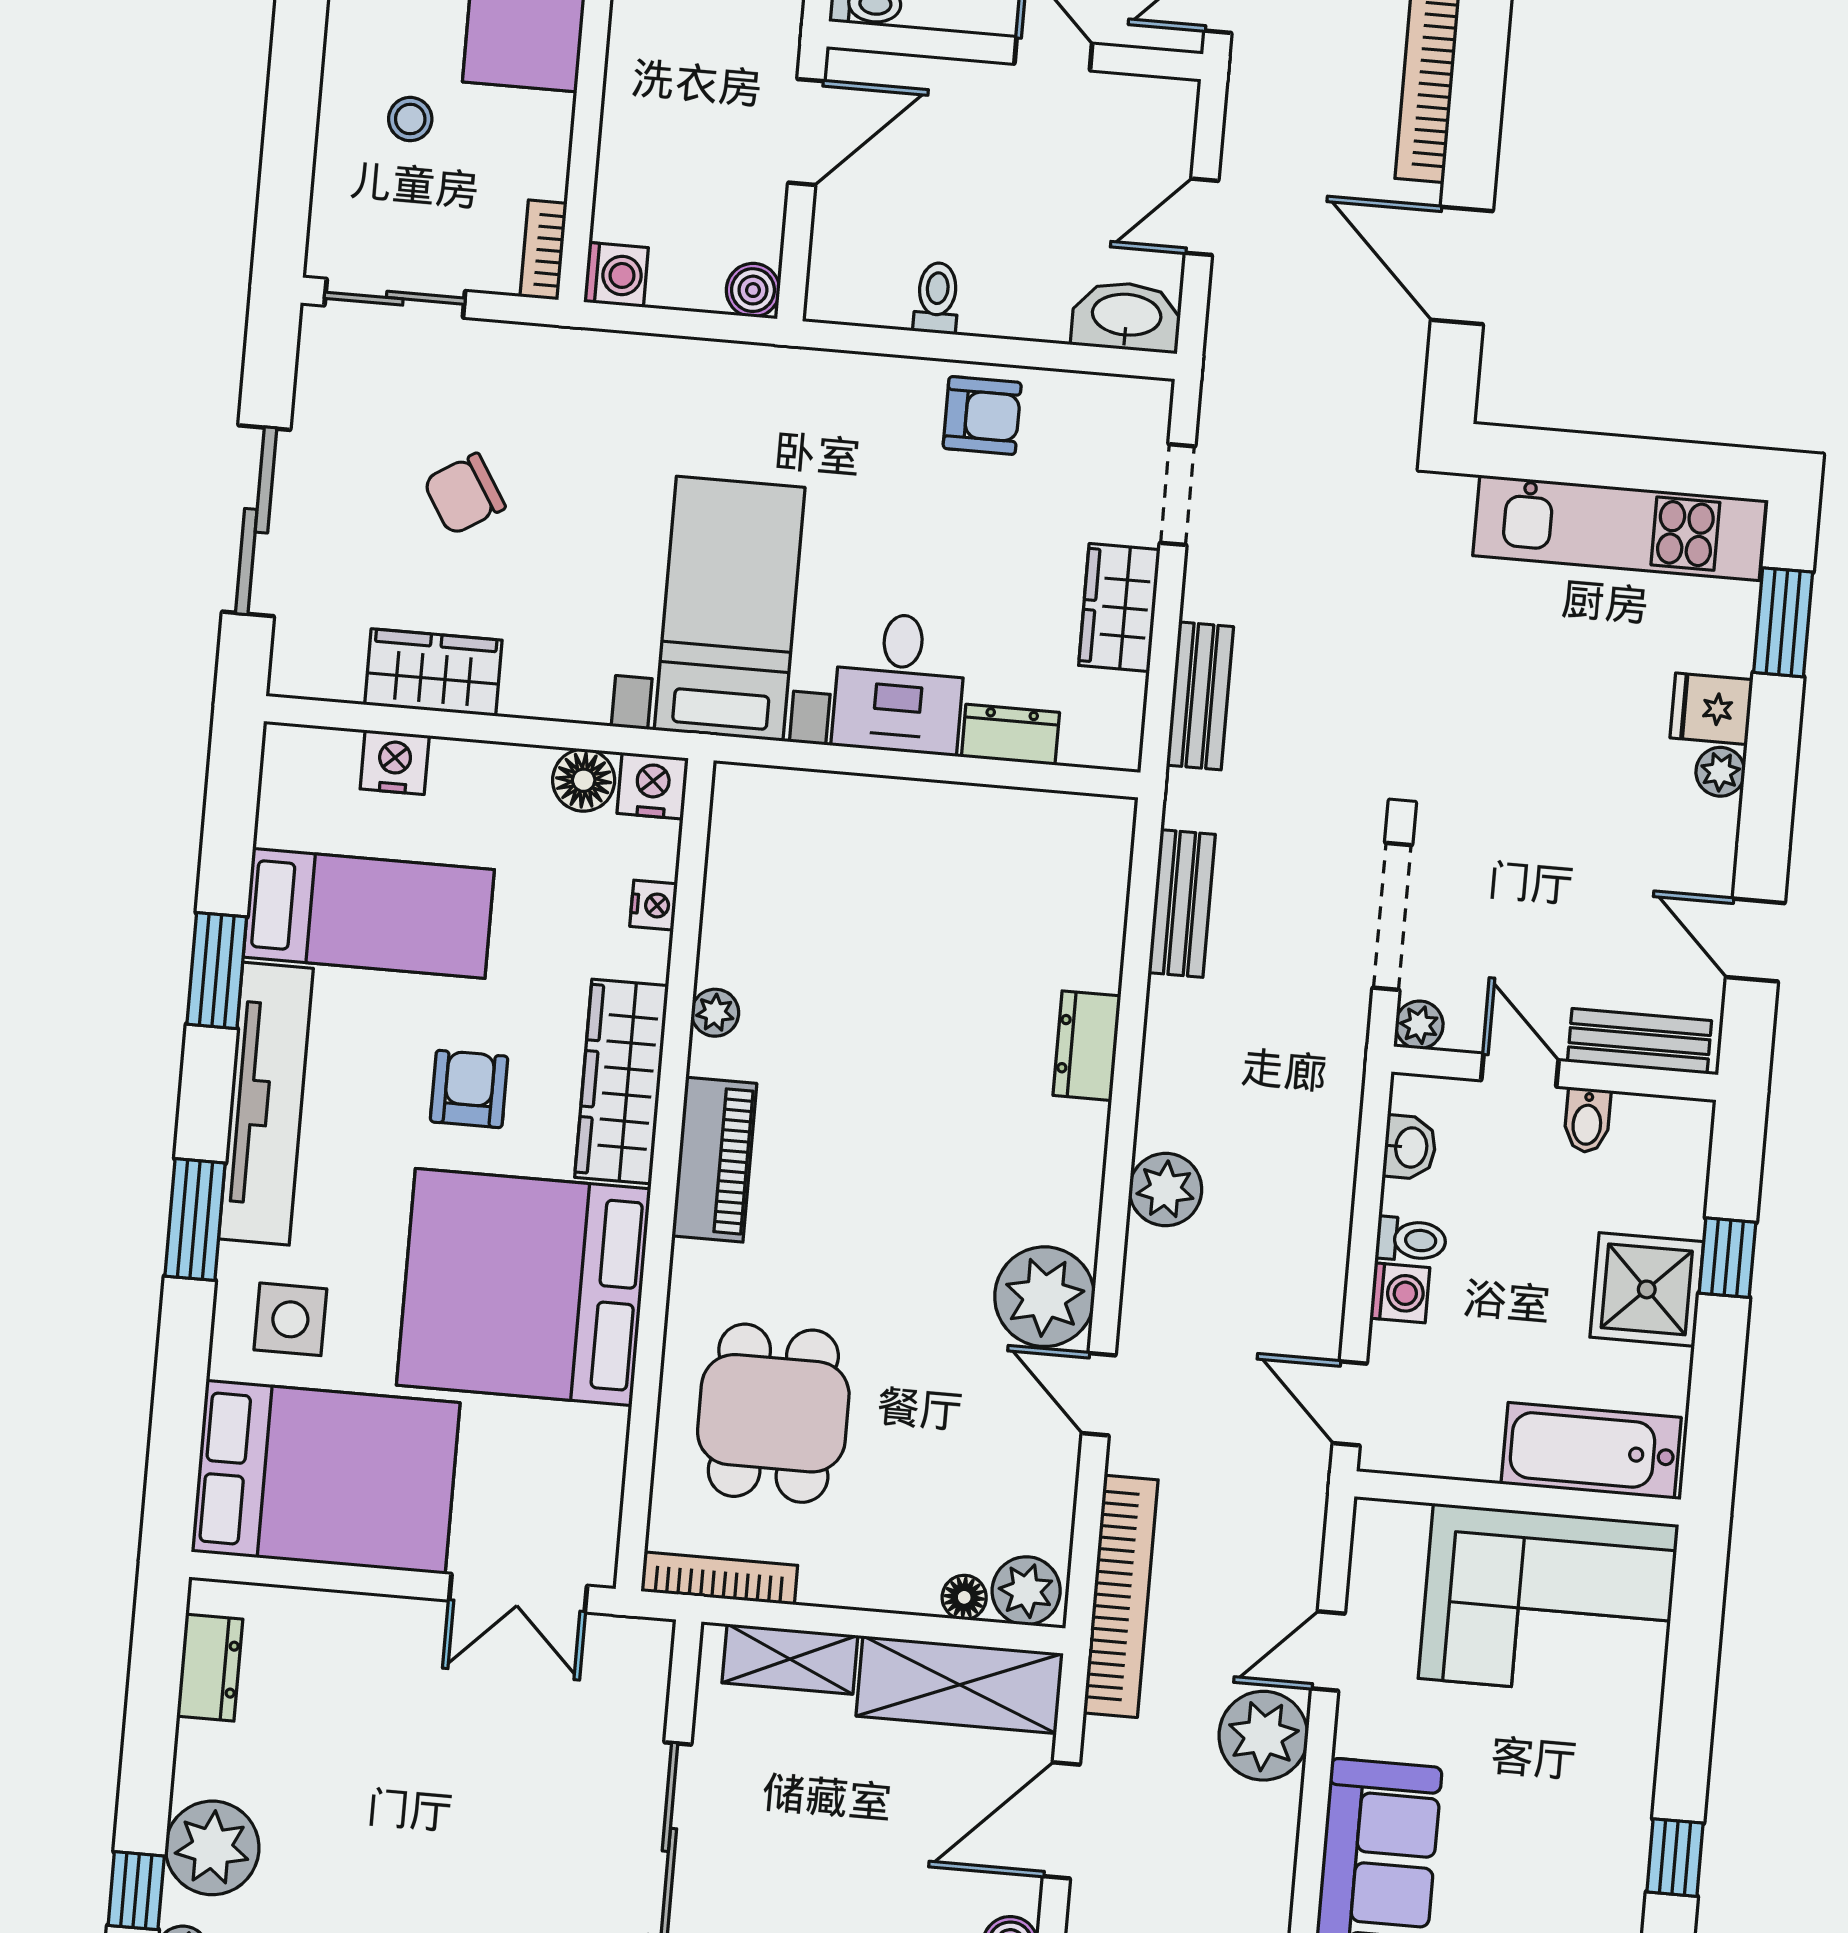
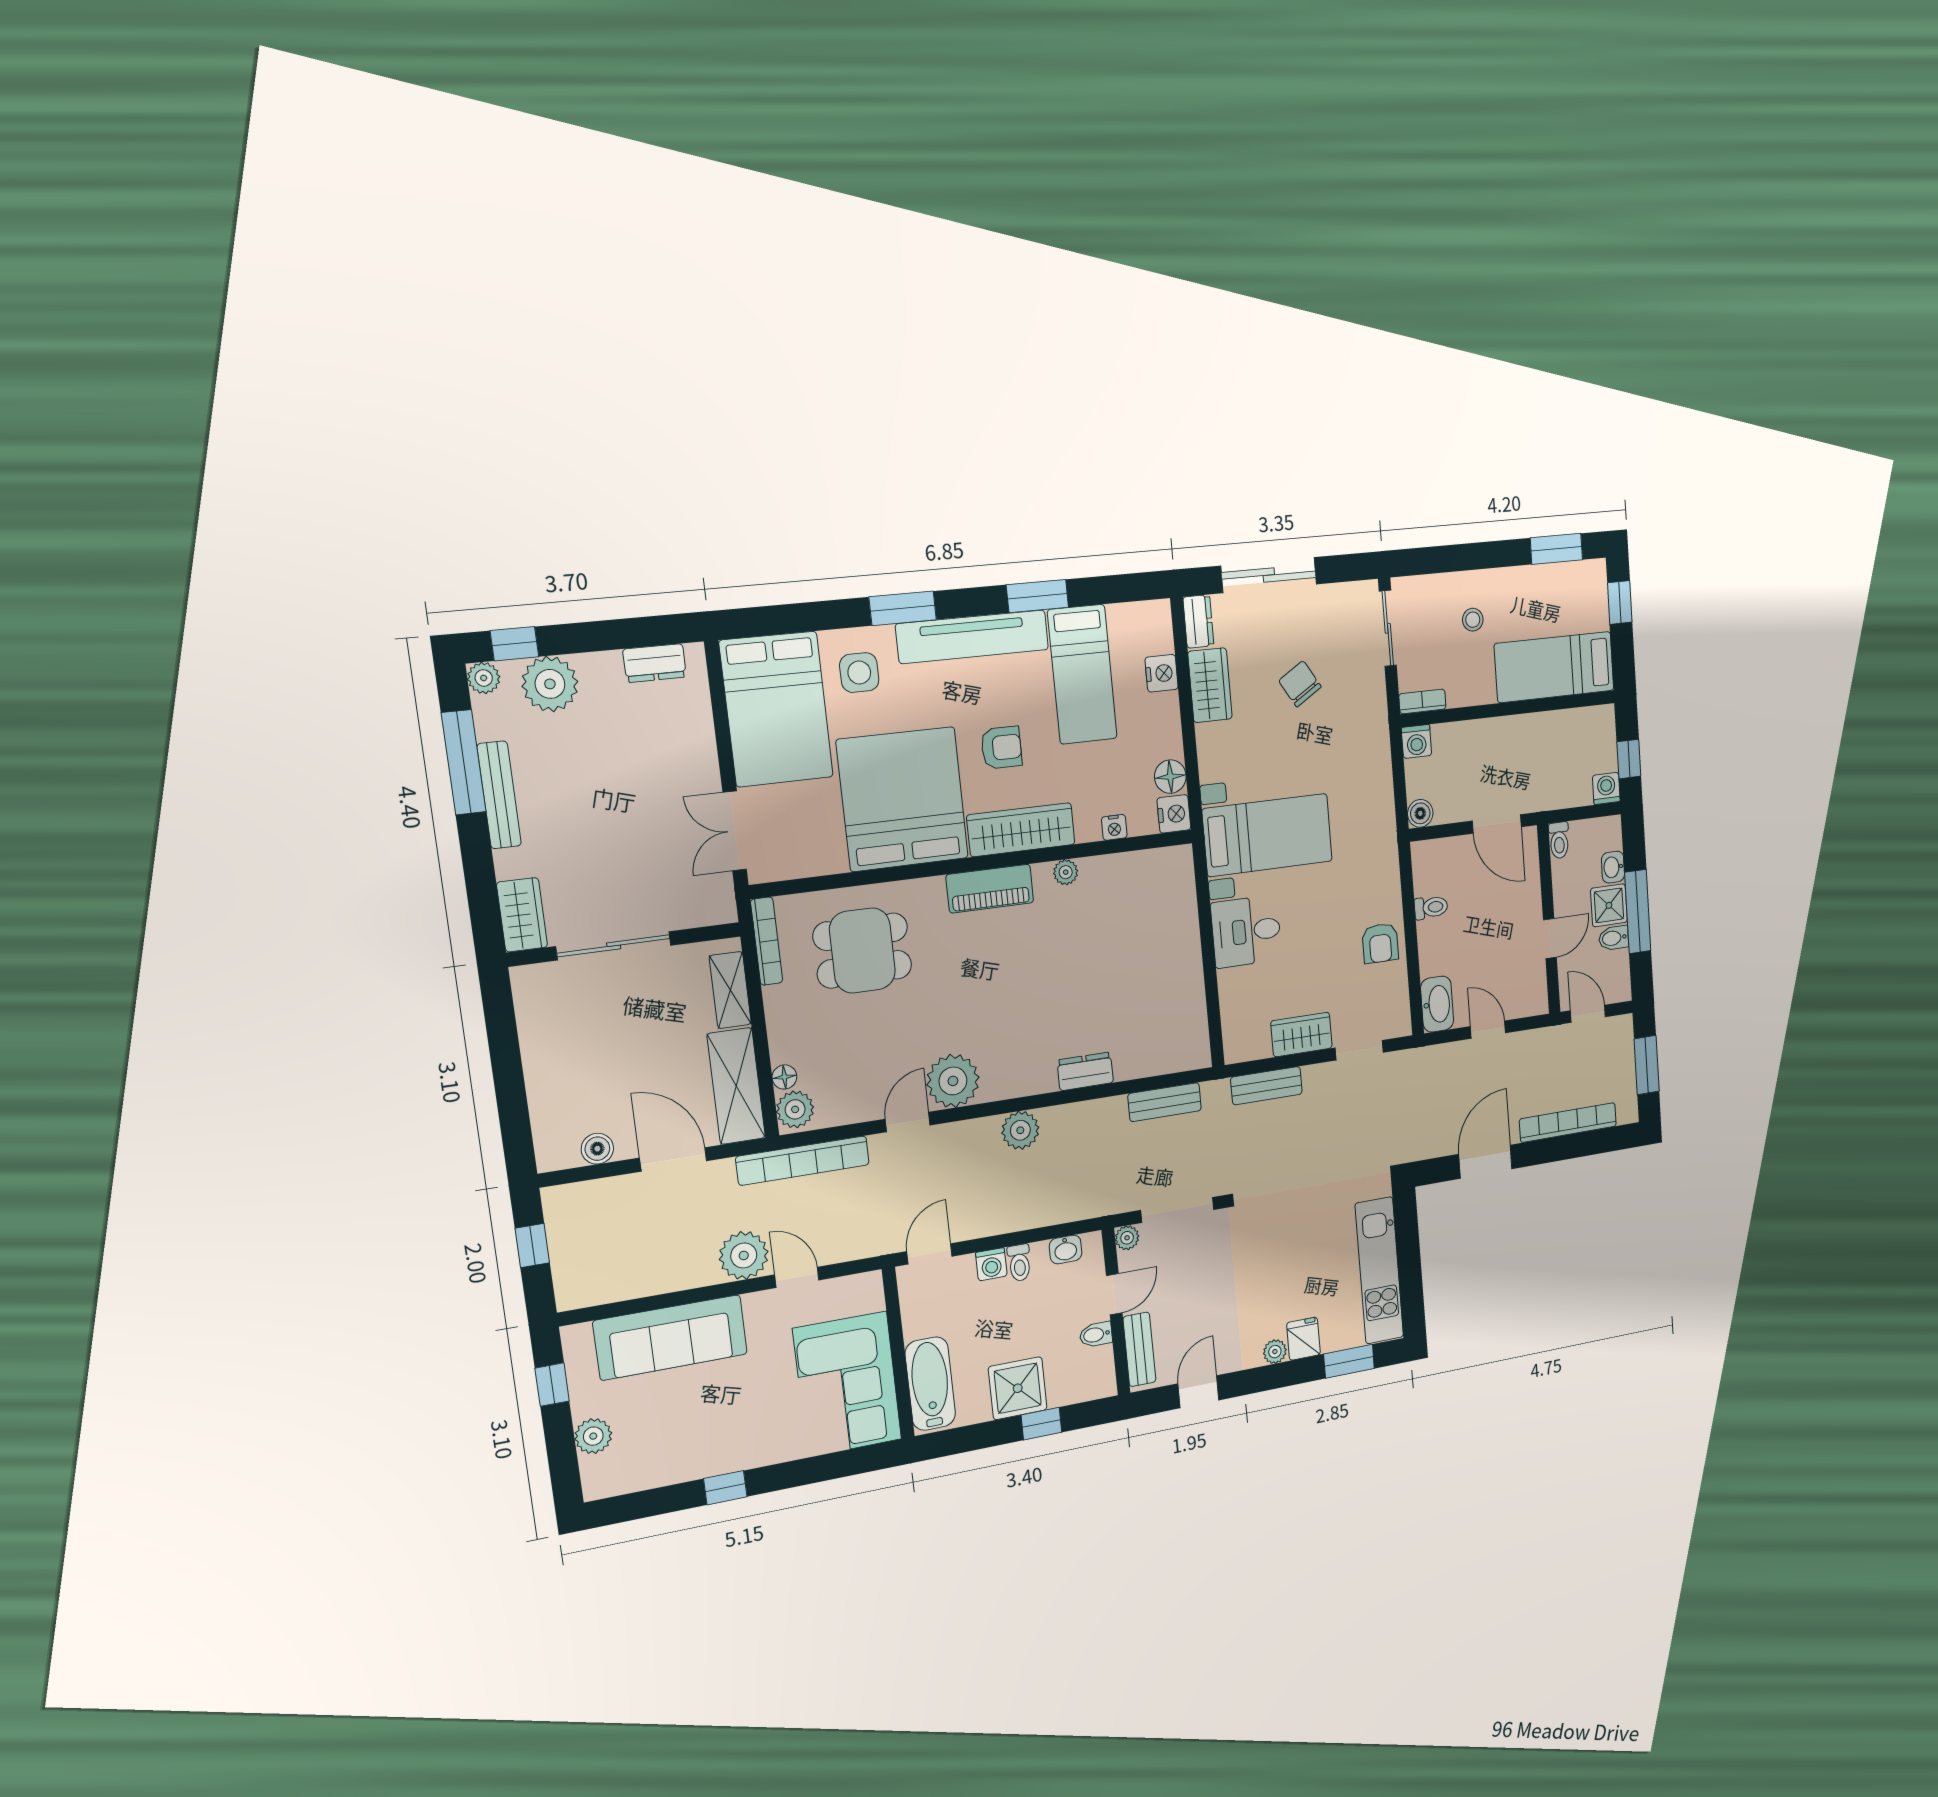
dresser: (1010, 735) -> (1198, 621), moved

